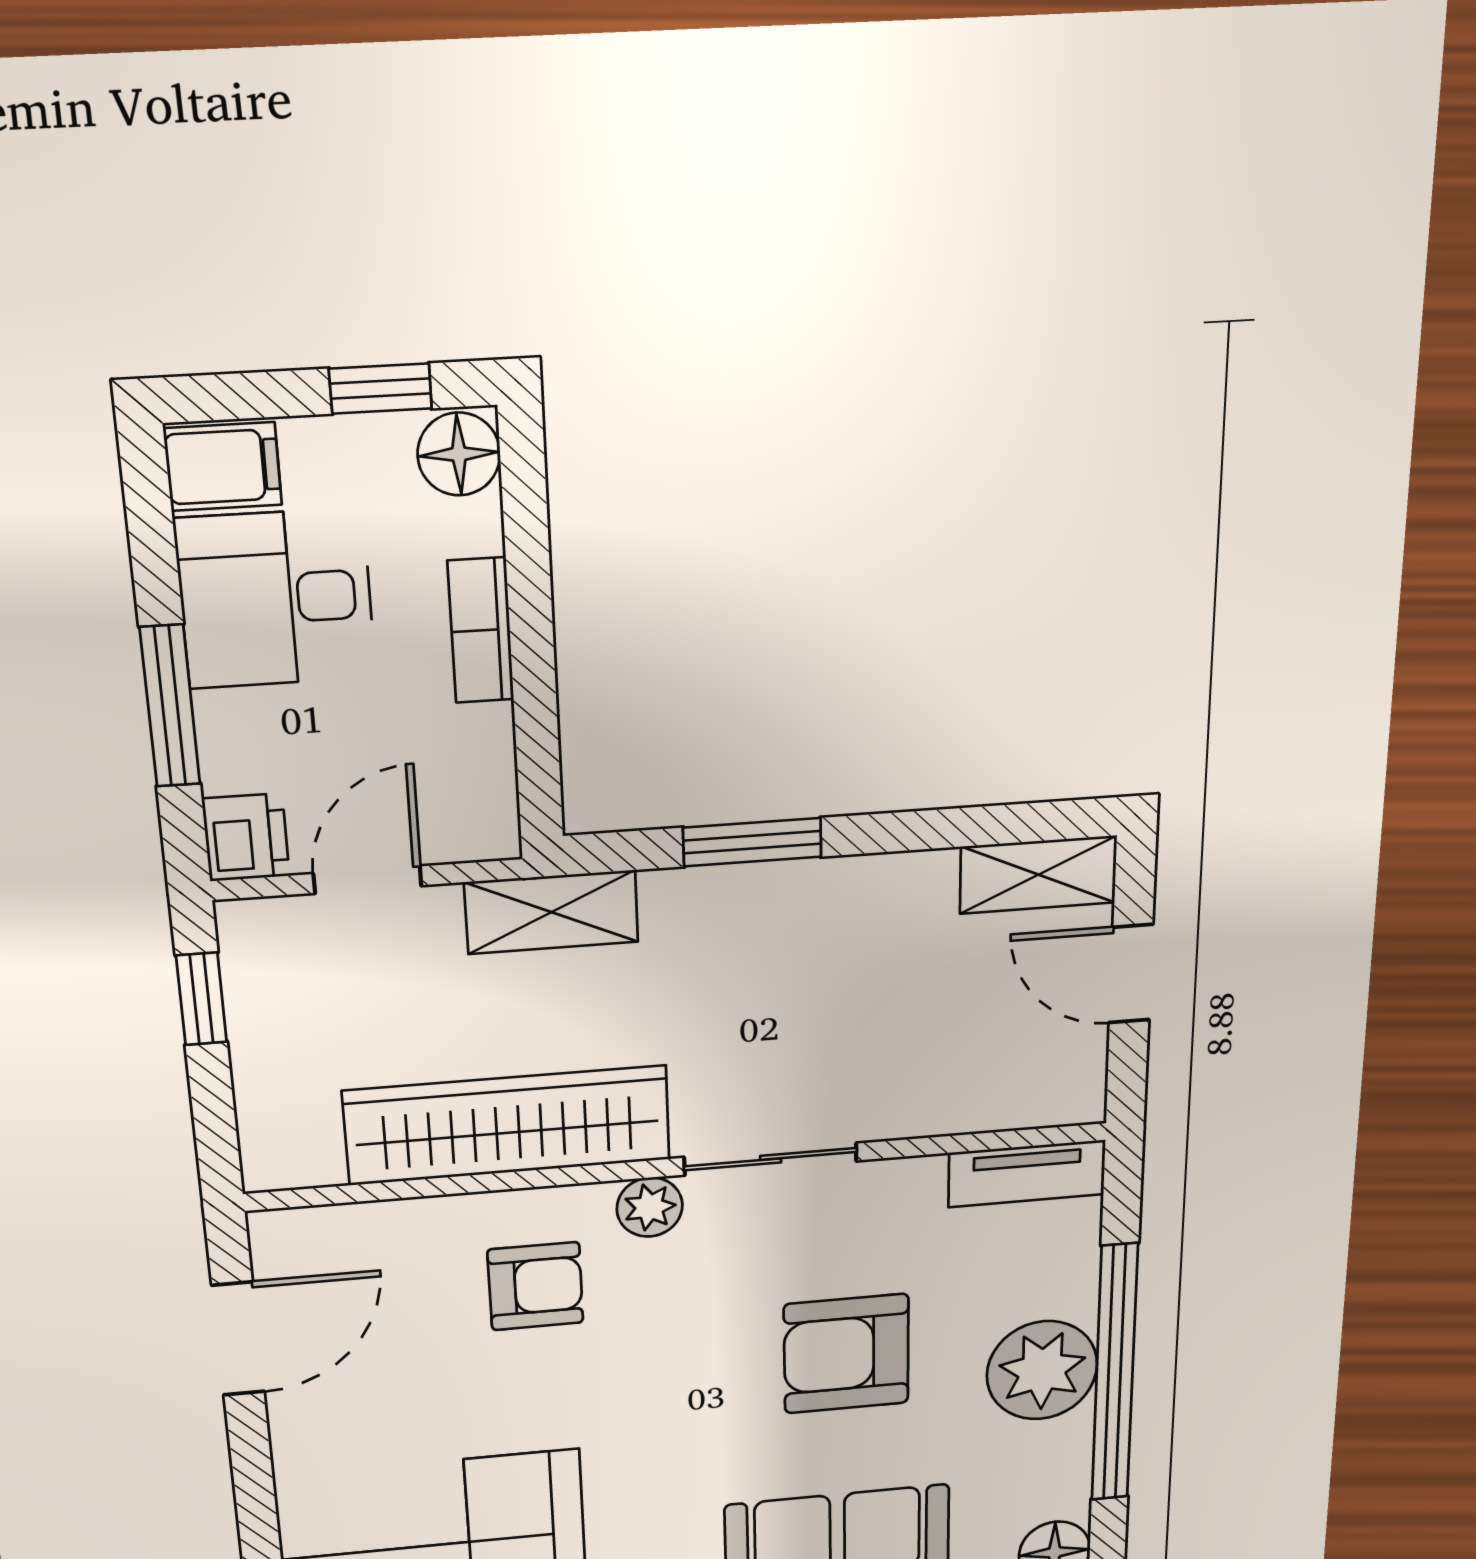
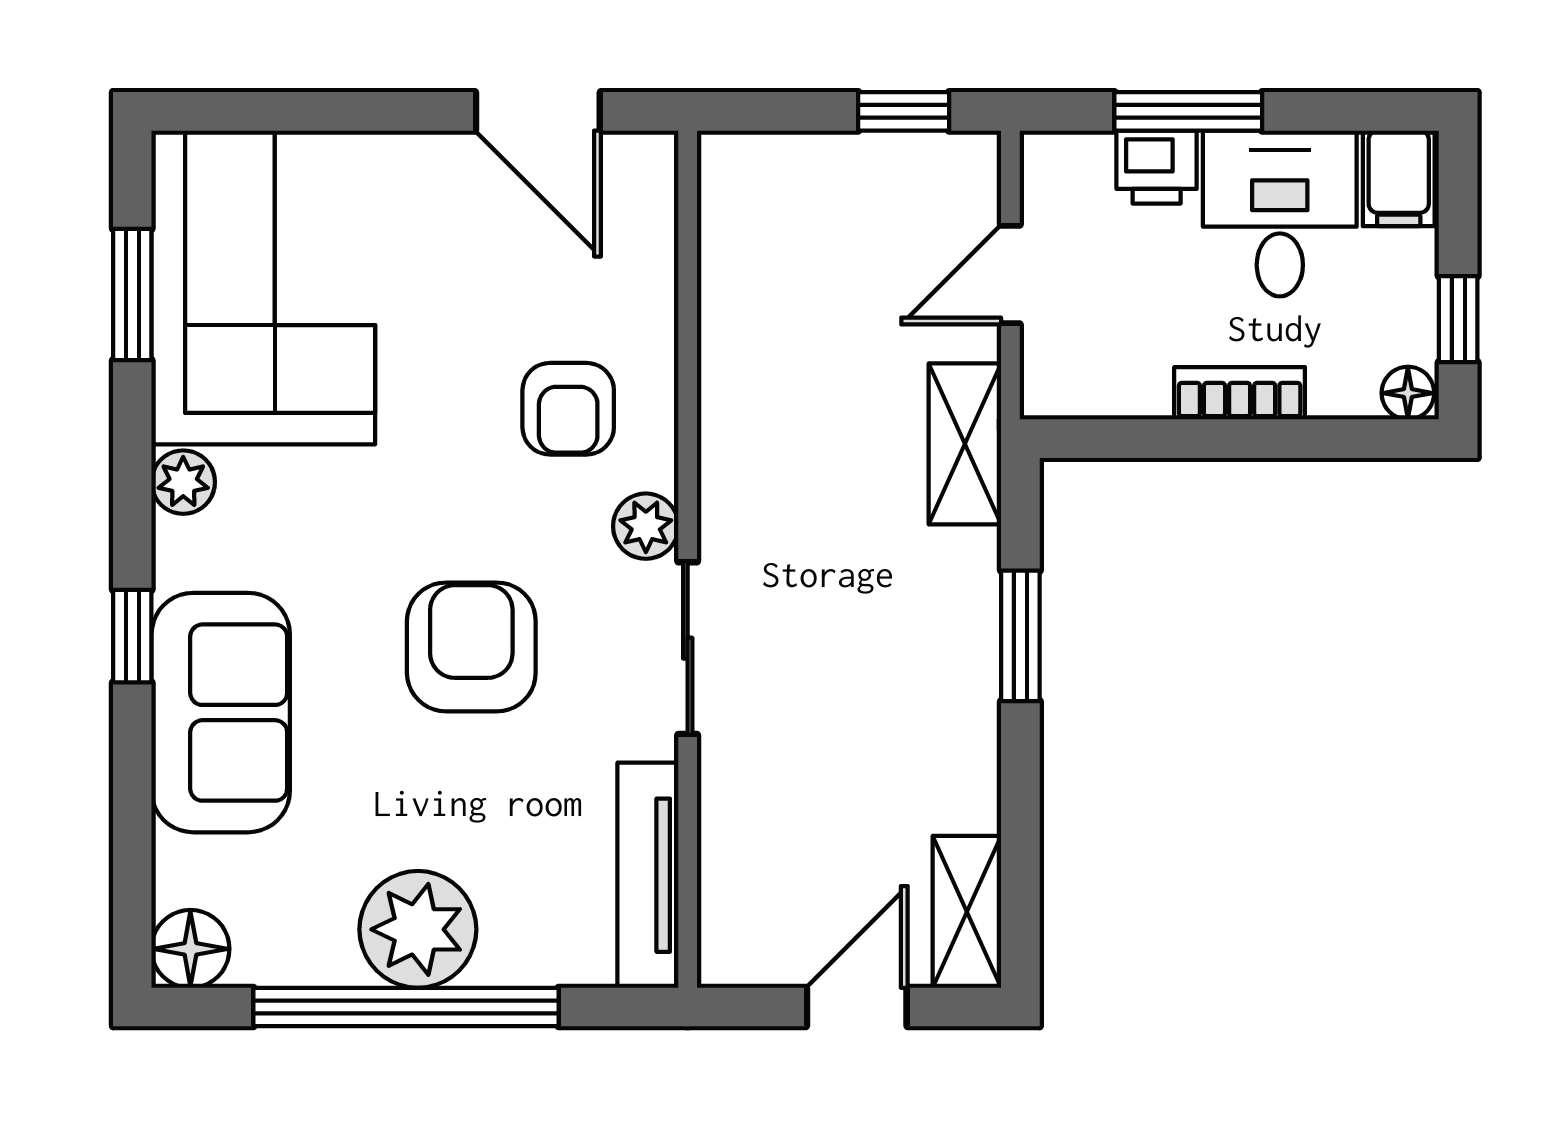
floor lamp: (459, 454) -> (1408, 393), width x0.73, depth x0.73
printer: (246, 837) -> (1157, 167), moved
door: (367, 880) -> (1010, 275), swing flipped
wardrobe: (507, 1125) -> (748, 391), removed
tv unit: (1027, 1174) -> (648, 875), width x1.41
armchair: (846, 1354) -> (471, 647), moved

